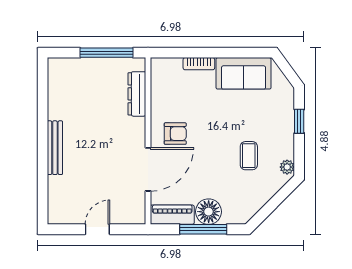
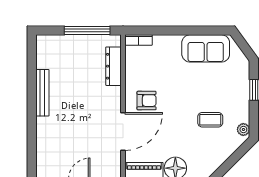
bookcase: (199, 64) -> (139, 40), moved
bench: (55, 148) -> (42, 93), moved
coffee table: (249, 156) -> (210, 120), turned 90

